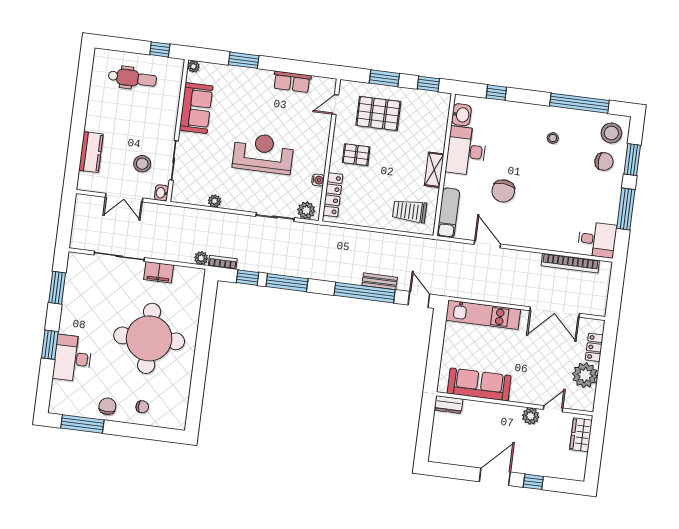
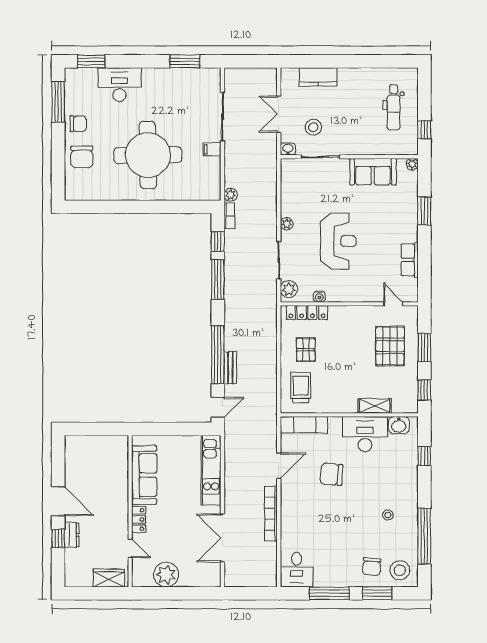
pallet: (356, 155) -> (306, 350), moved
shelving: (434, 170) -> (375, 406), moved
plant: (215, 201) -> (287, 224), moved
bookcase: (570, 263) -> (271, 514), moved
filing cabinet: (159, 272) -> (212, 149), width x0.50
window: (50, 345) -> (91, 61), moved
locker: (594, 347) -> (139, 519), moved, turned 90
dresser: (449, 405) -> (72, 535), moved, turned 180
chair: (142, 407) -> (82, 157), width x1.87, depth x1.87
plant: (531, 416) -> (120, 528), removed

